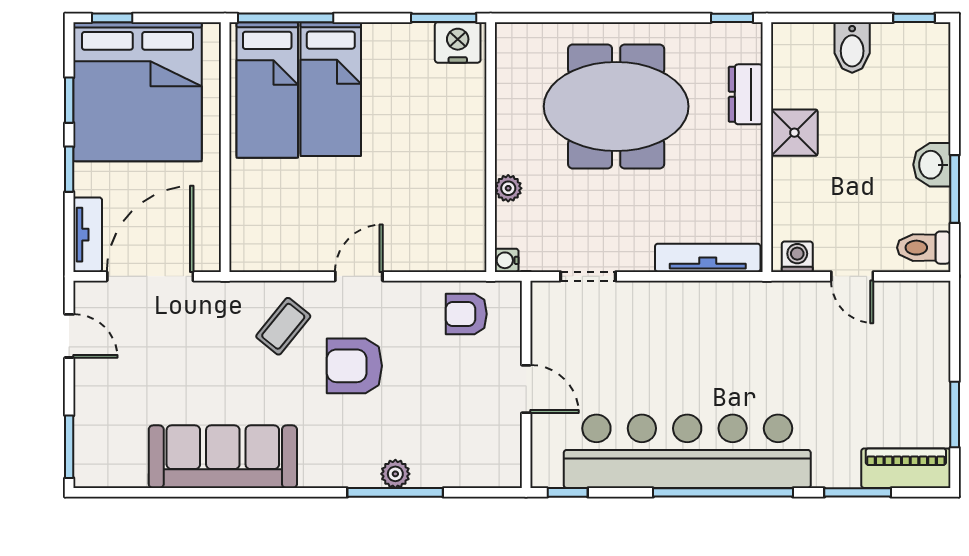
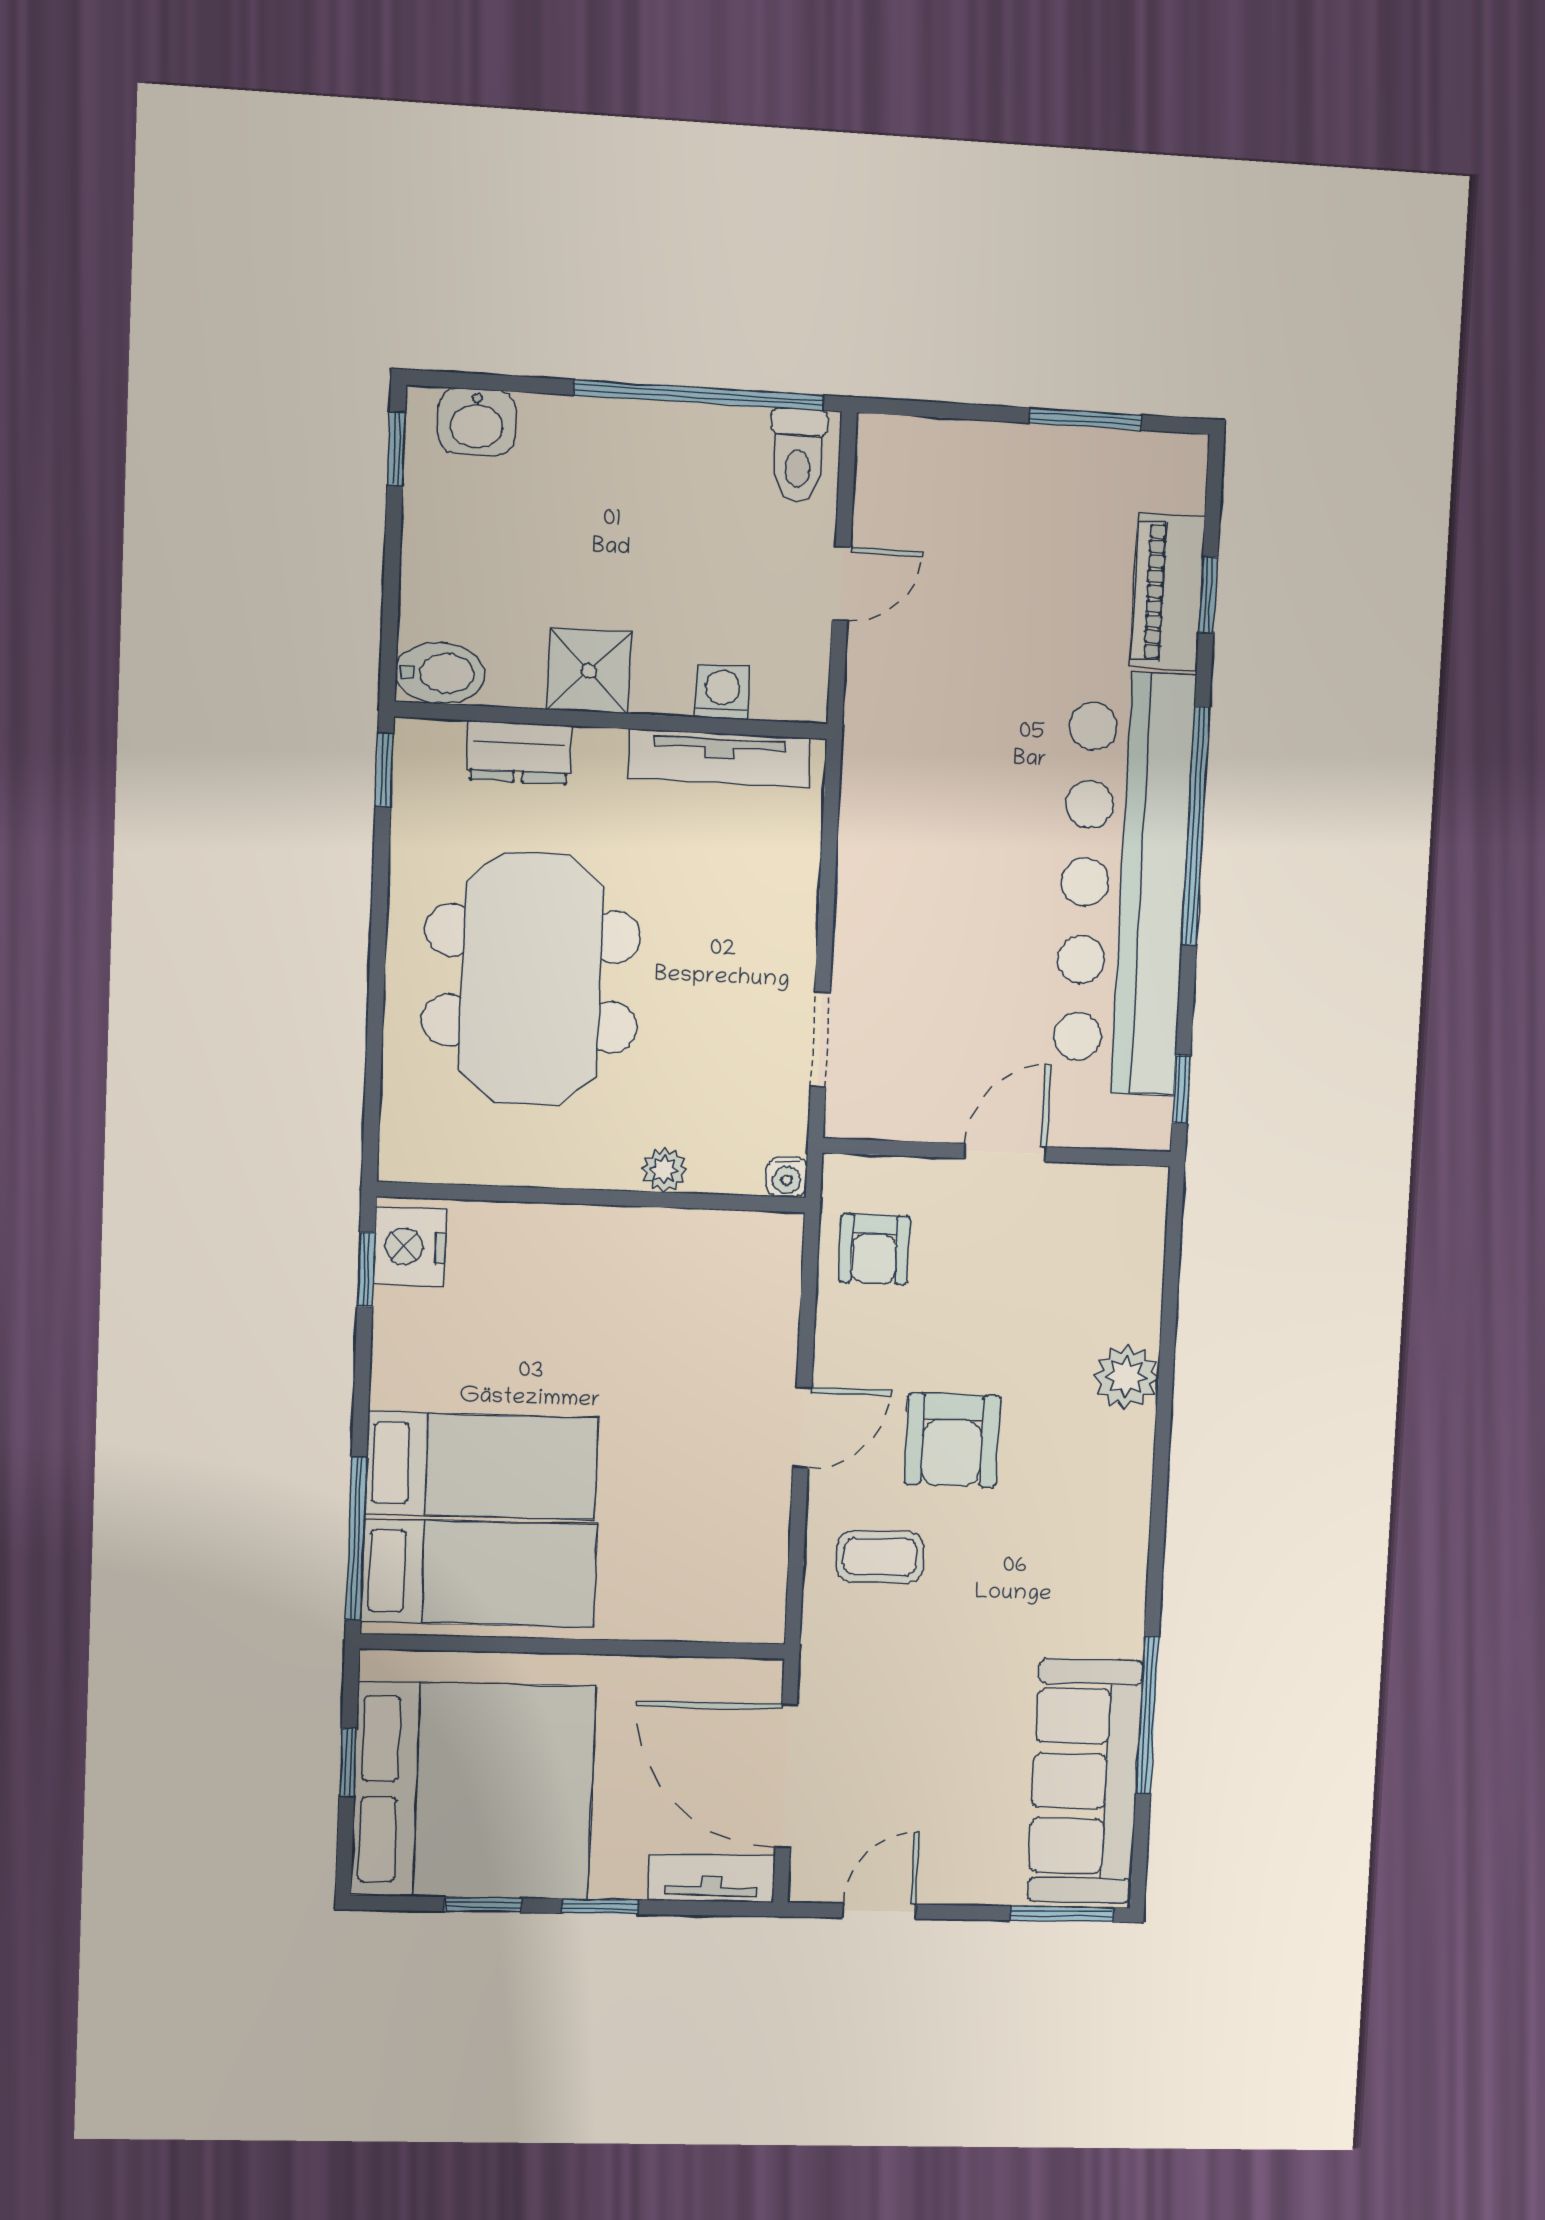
window: (112, 18) -> (348, 1762), moved
window: (444, 18) -> (366, 1269), width x0.67
bidet: (852, 47) -> (440, 673), moved
washbasin: (932, 165) -> (477, 422), moved
window: (955, 189) -> (699, 395), width x2.11
washing machine: (797, 257) -> (722, 692), moved, turned 90
tv unit: (708, 258) -> (719, 758), moved, turned -90
door: (359, 276) -> (802, 1428), swing flipped
coffee table: (283, 326) -> (880, 1557), turned -39
sofa: (223, 457) -> (1085, 1781), moved
piano: (906, 468) -> (1168, 592), moved
plant: (395, 474) -> (1126, 1377), width x1.38, depth x1.38
window: (395, 492) -> (1147, 1715), moved
window: (858, 492) -> (1208, 595), width x0.67

